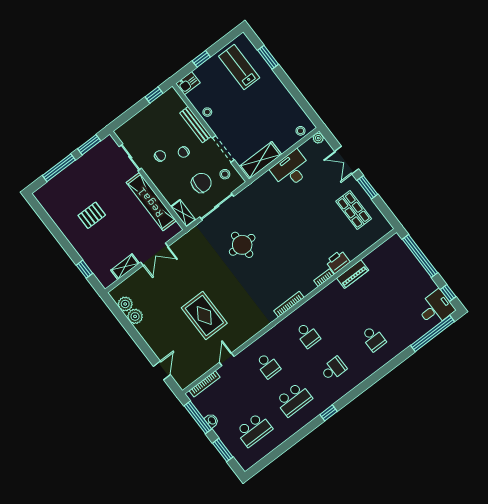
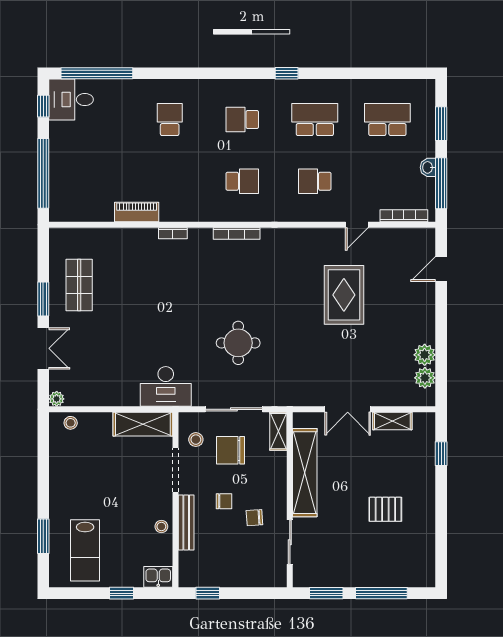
desk: (291, 170) -> (166, 386), moved
double door: (154, 254) -> (348, 409), swing flipped
printer: (338, 262) -> (143, 239), removed
school desk: (308, 335) -> (242, 181), turned 90
school desk: (268, 366) -> (315, 181), turned -90

